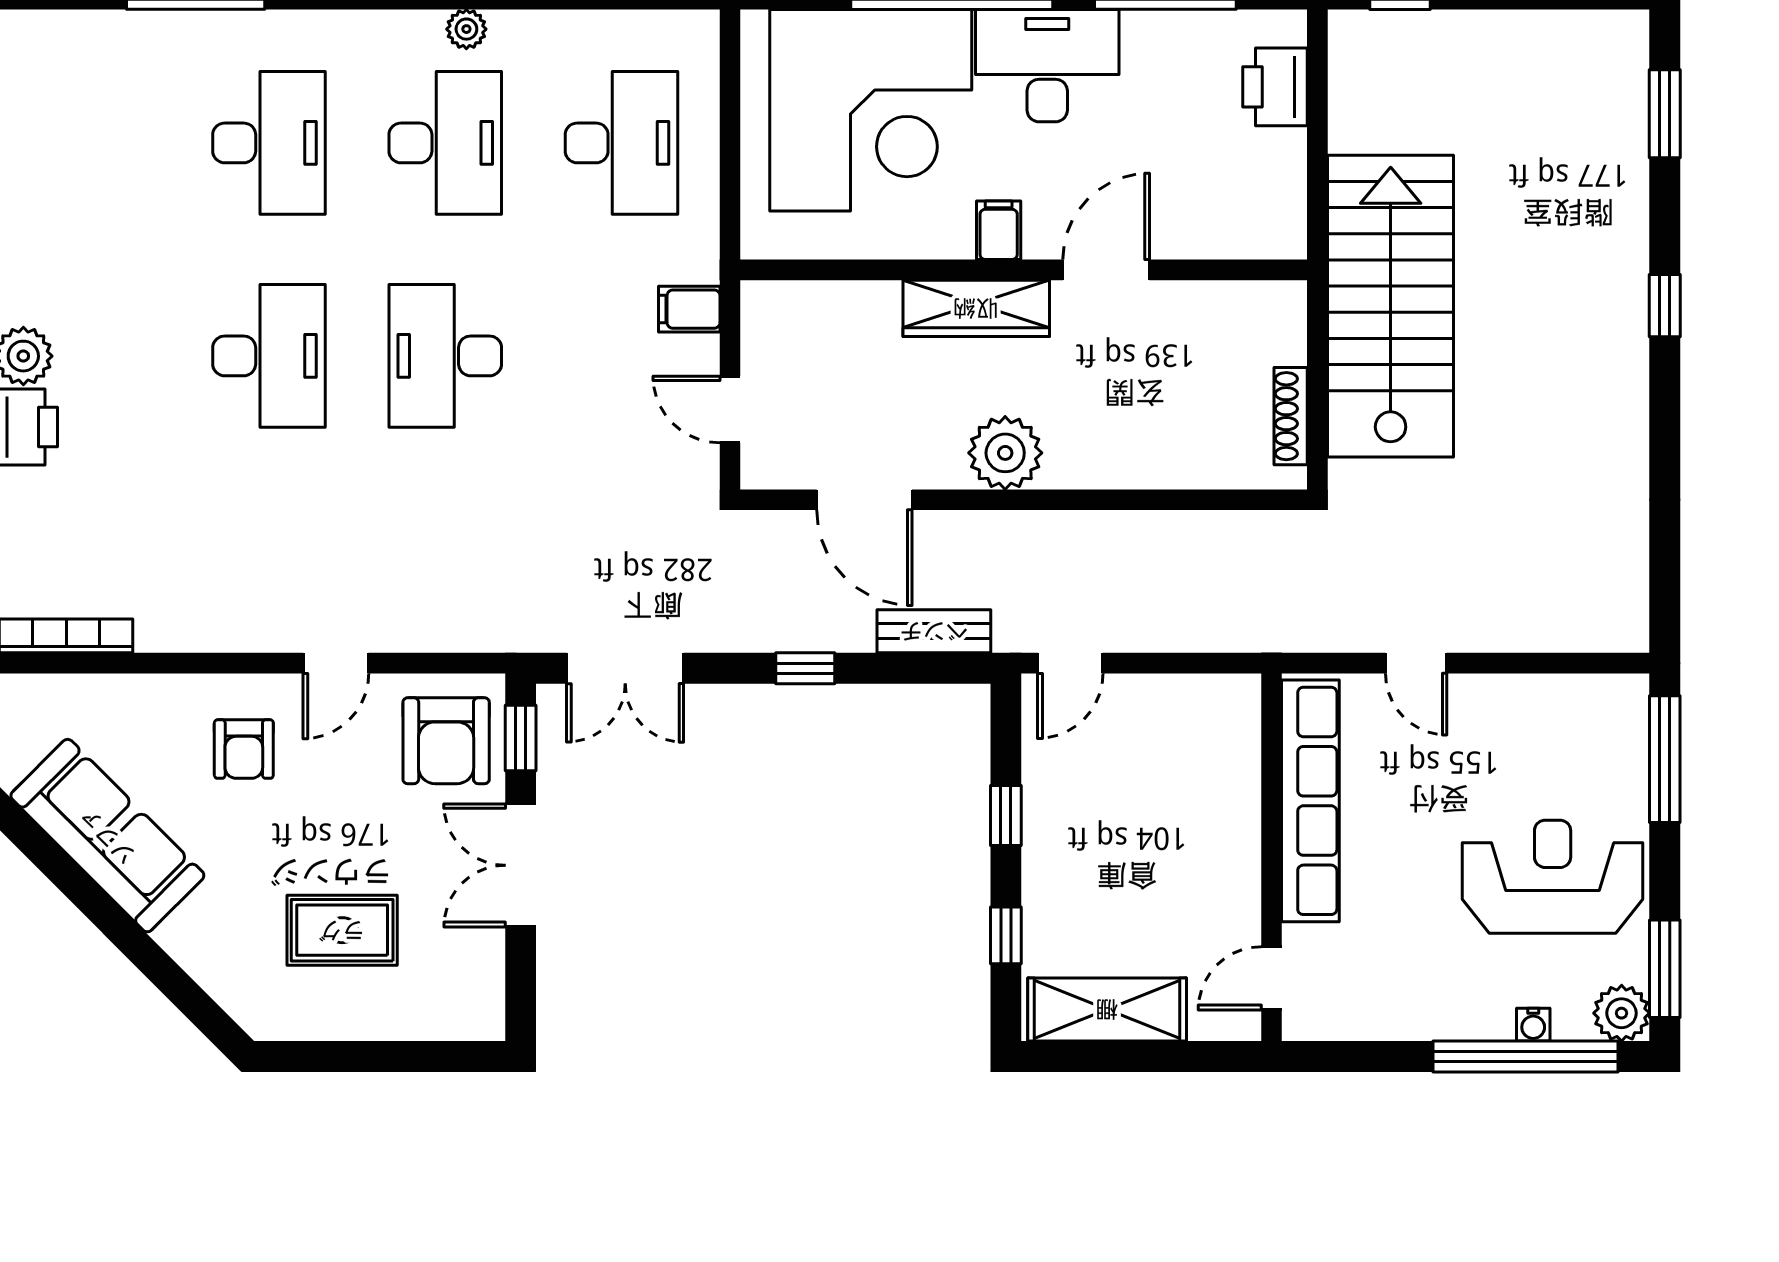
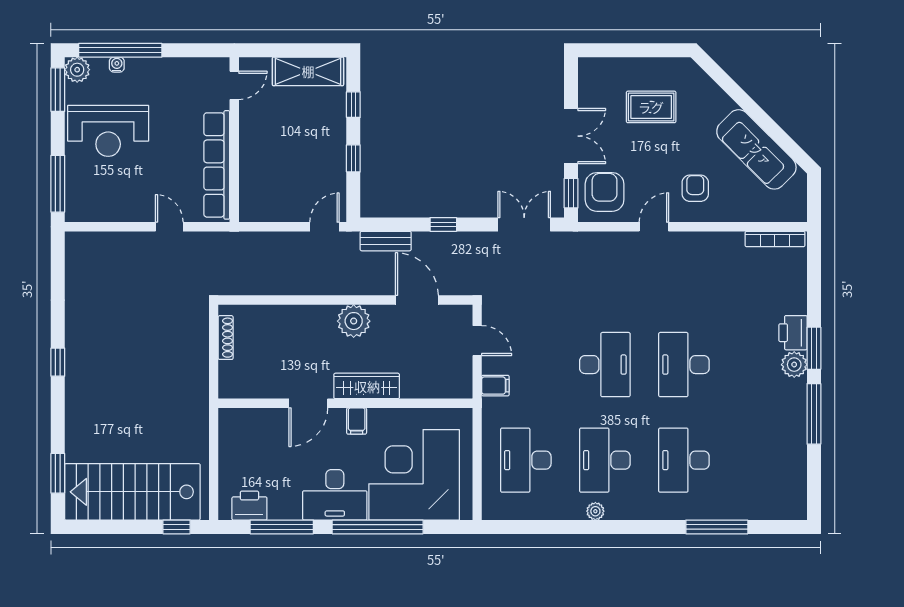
printer: (1275, 87) -> (249, 506), moved, turned -90
stairs: (1391, 306) -> (132, 492), moved, turned 90
window: (1665, 306) -> (58, 362), moved

